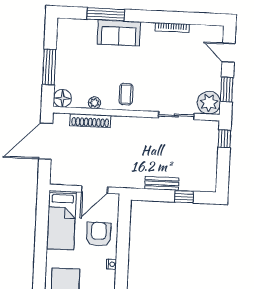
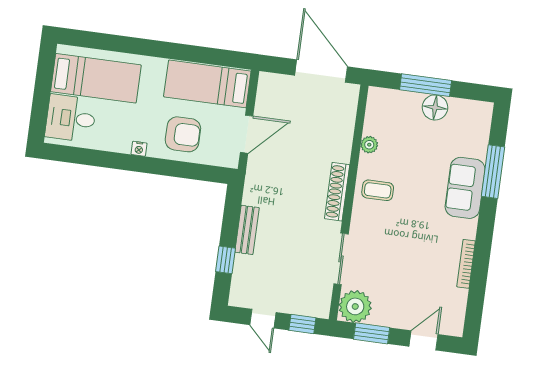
floor lamp: (62, 98) -> (435, 107), moved
shoe rack: (90, 121) -> (337, 192), moved
door: (223, 167) -> (263, 319), added
door: (95, 190) -> (247, 134), swing flipped

